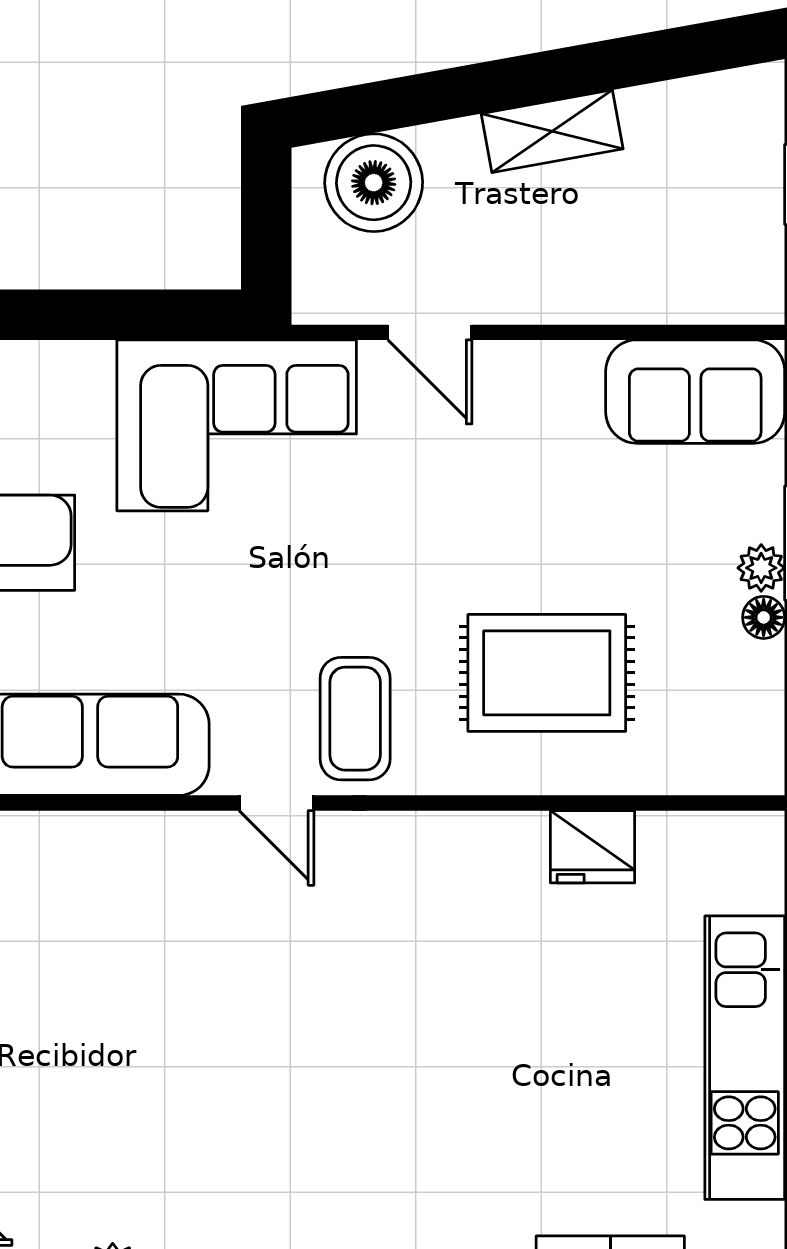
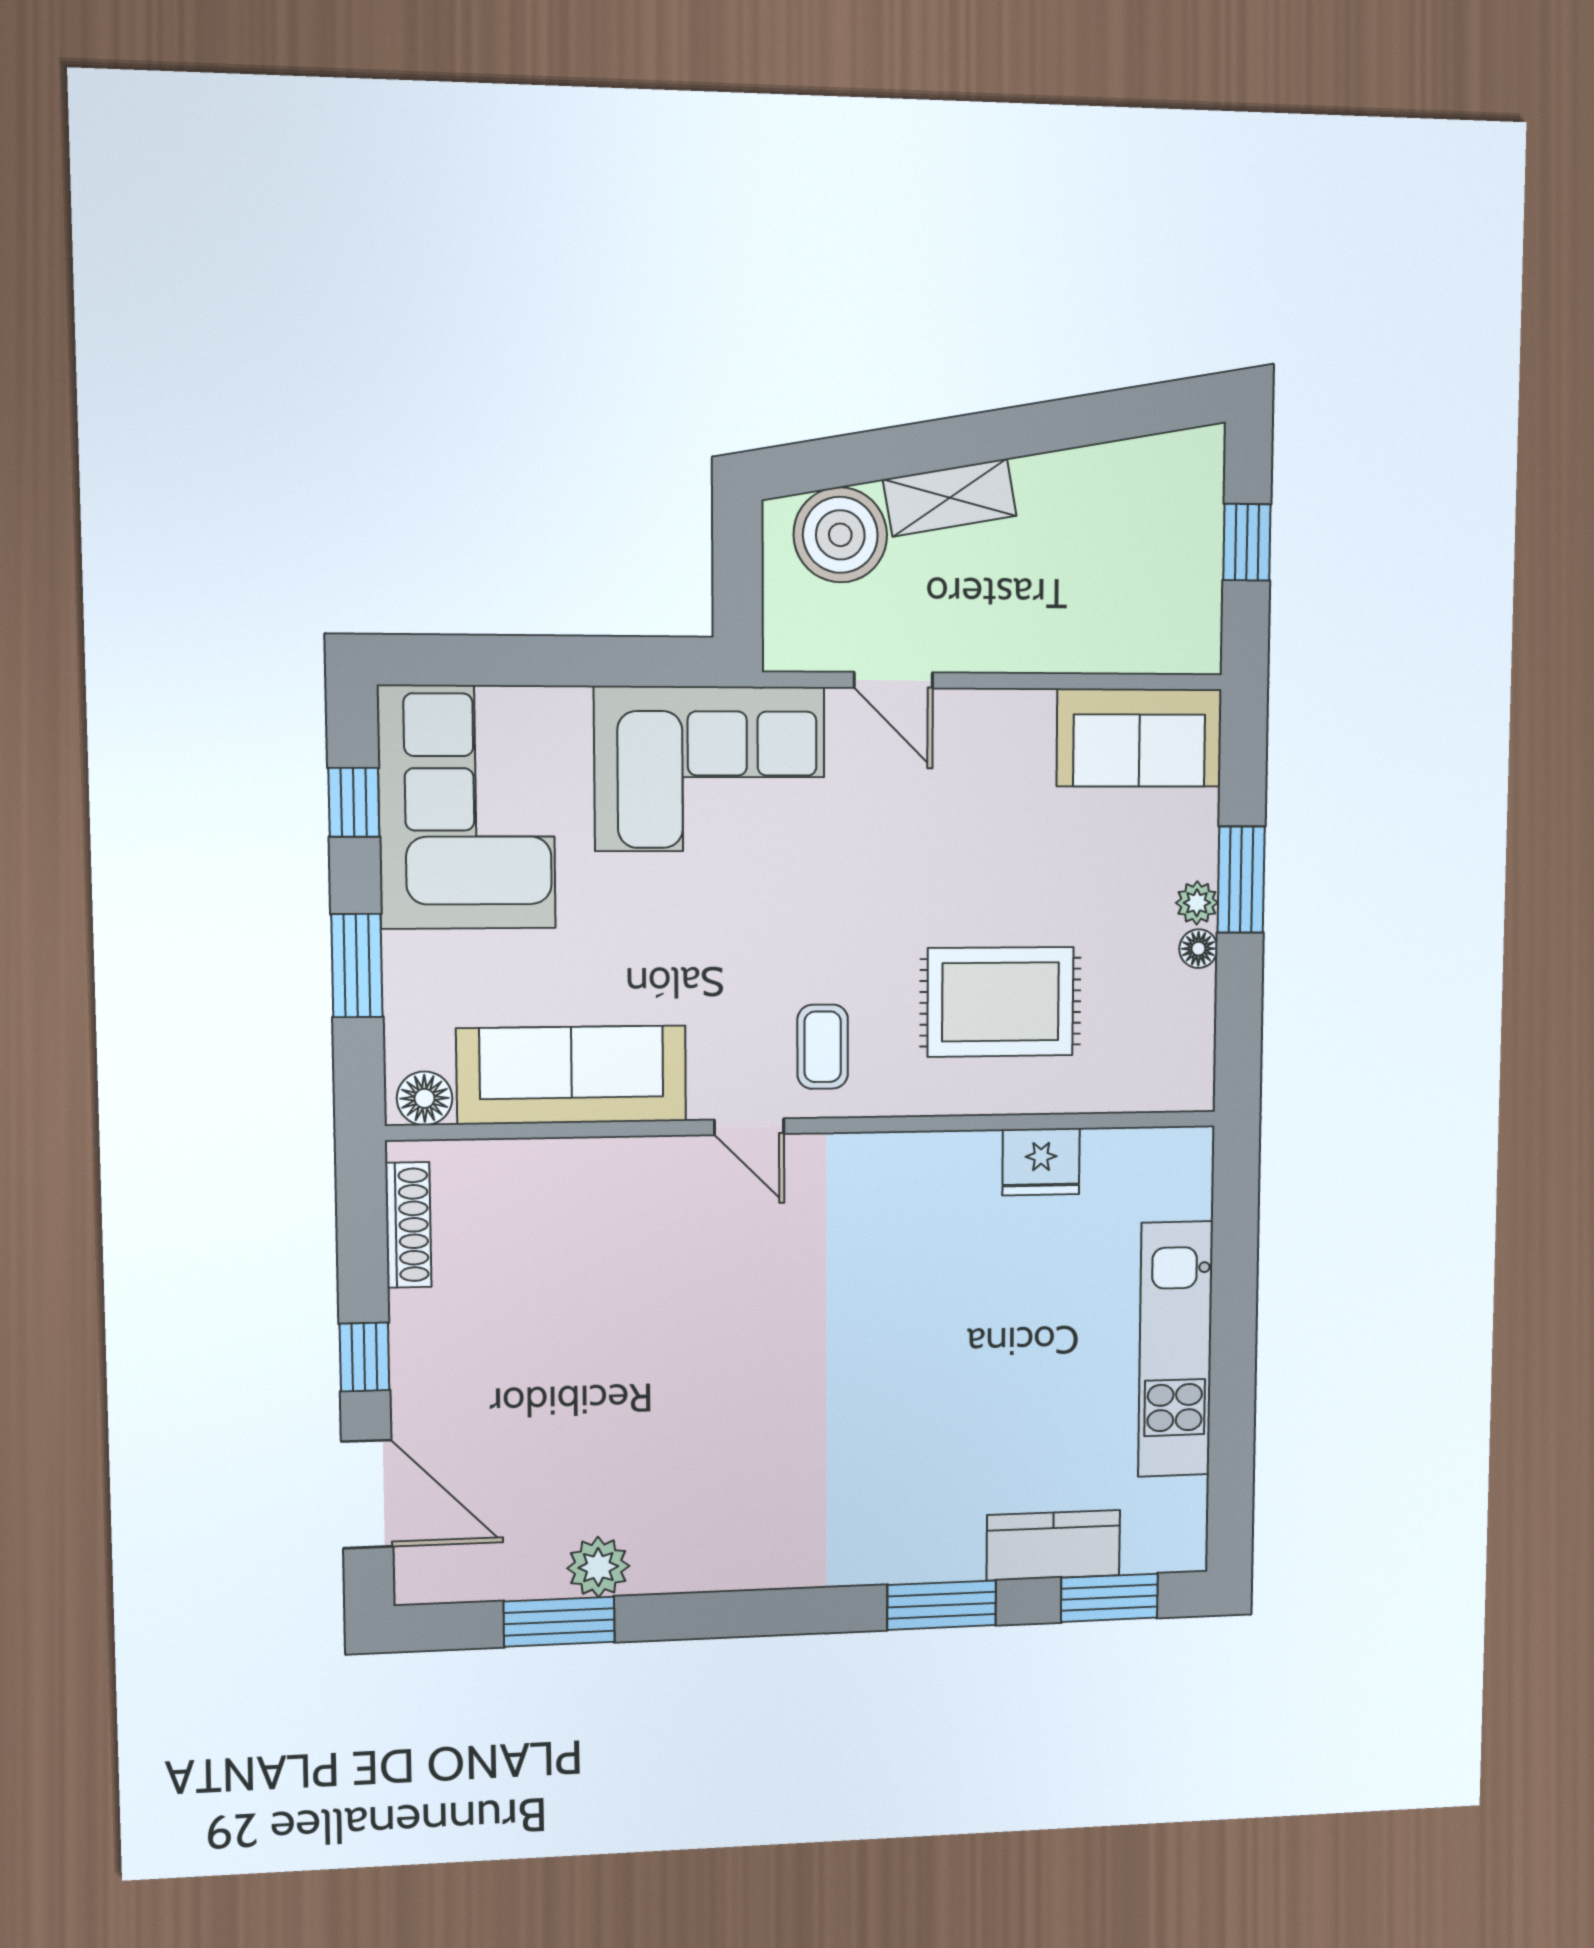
shelving: (552, 131) -> (950, 498), moved
coffee table: (355, 719) -> (823, 1047), width x0.73, depth x0.77

